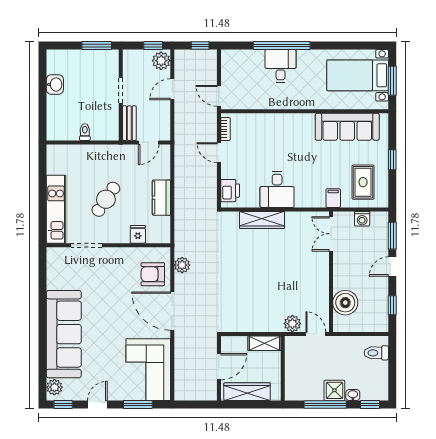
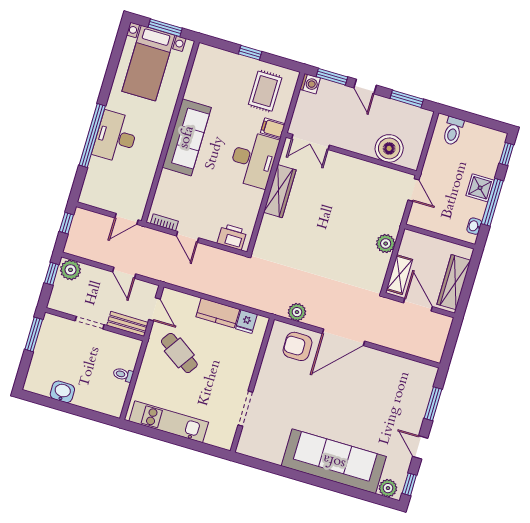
desk: (281, 66) -> (116, 137), width x1.37
door: (172, 89) -> (124, 273), moved
sofa: (347, 127) -> (187, 137), moved
door: (219, 153) -> (188, 237), hinge flipped
rug: (363, 182) -> (265, 91), turned 90
desk: (277, 189) -> (253, 159), moved, width x1.37
cafe table: (106, 199) -> (179, 353), moved
kitchen unit: (56, 209) -> (169, 422), moved
washing machine: (362, 219) -> (310, 84), moved
wardrobe: (262, 220) -> (280, 191), moved
fridge: (138, 234) -> (246, 321), moved, turned -90
armchair: (153, 274) -> (297, 346), turned 90
window: (392, 305) -> (407, 99), width x1.50
plant: (292, 324) -> (386, 244), moved
door: (316, 334) -> (413, 190), swing flipped
shelving: (264, 343) -> (399, 275), moved
corner sofa: (148, 370) -> (399, 382), removed
washbasin: (353, 395) -> (474, 226), moved

